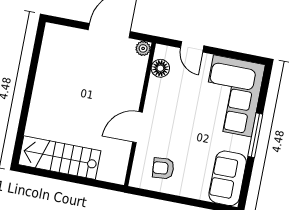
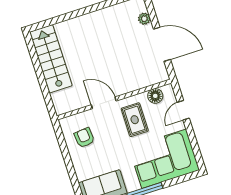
plant: (143, 48) -> (144, 19), moved
rug: (174, 104) -> (135, 120), added

